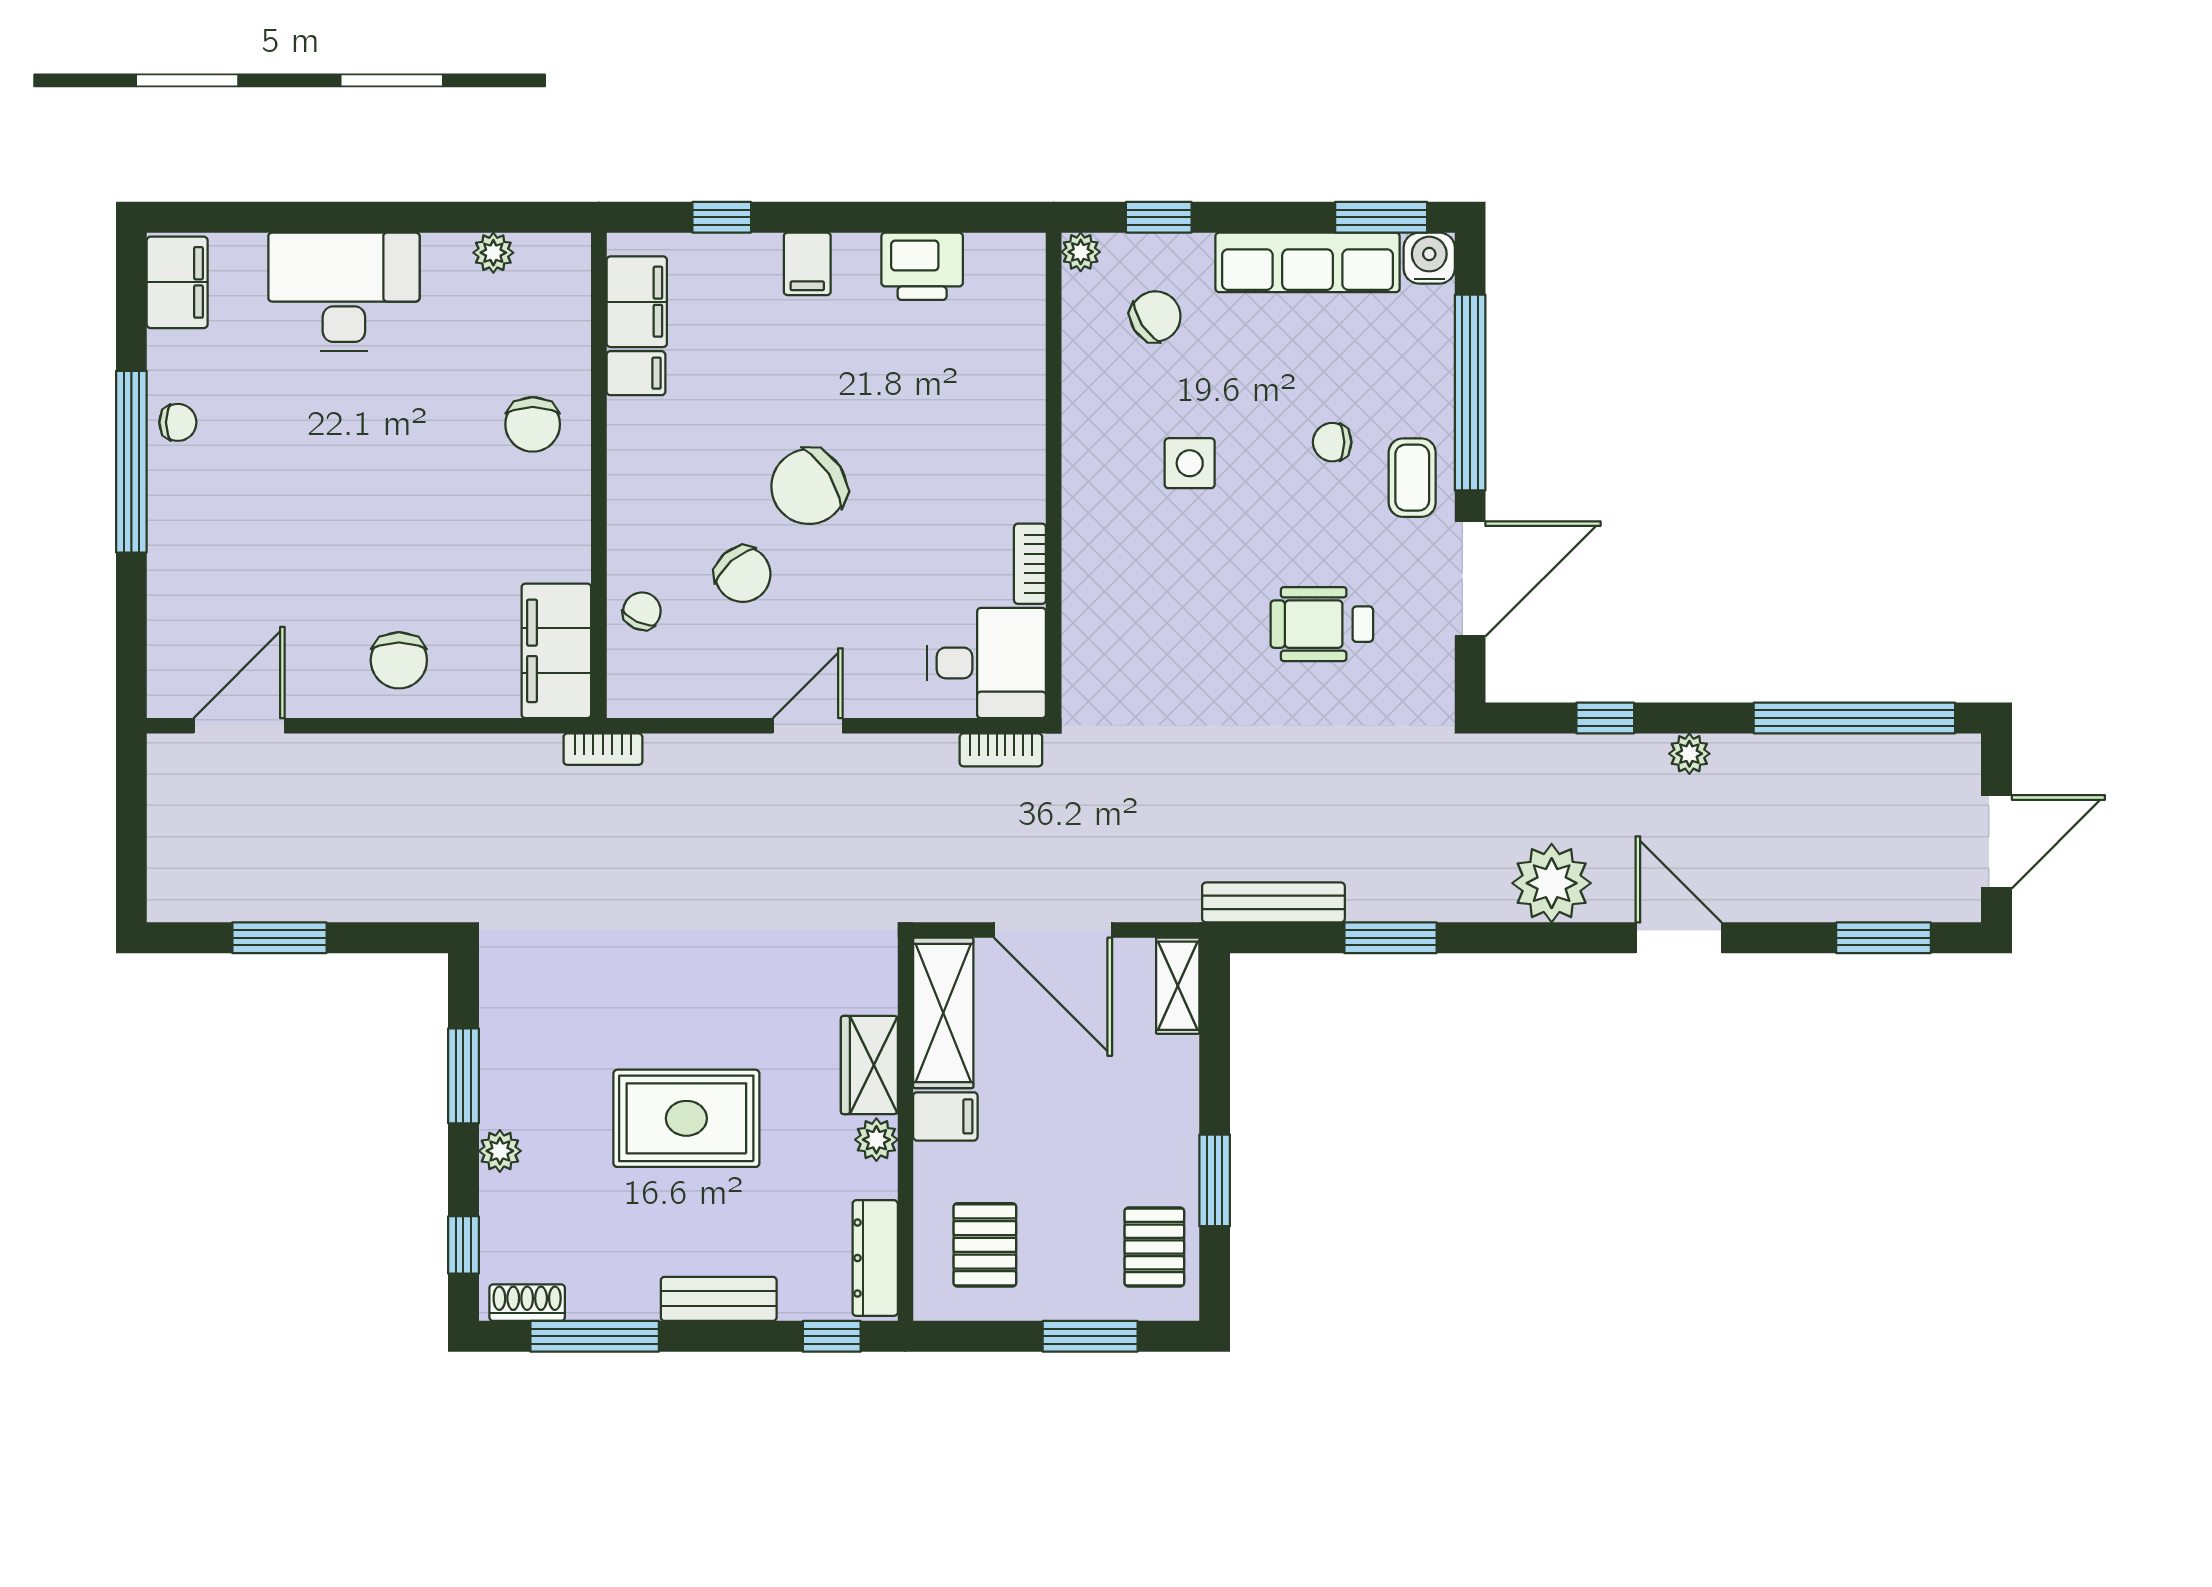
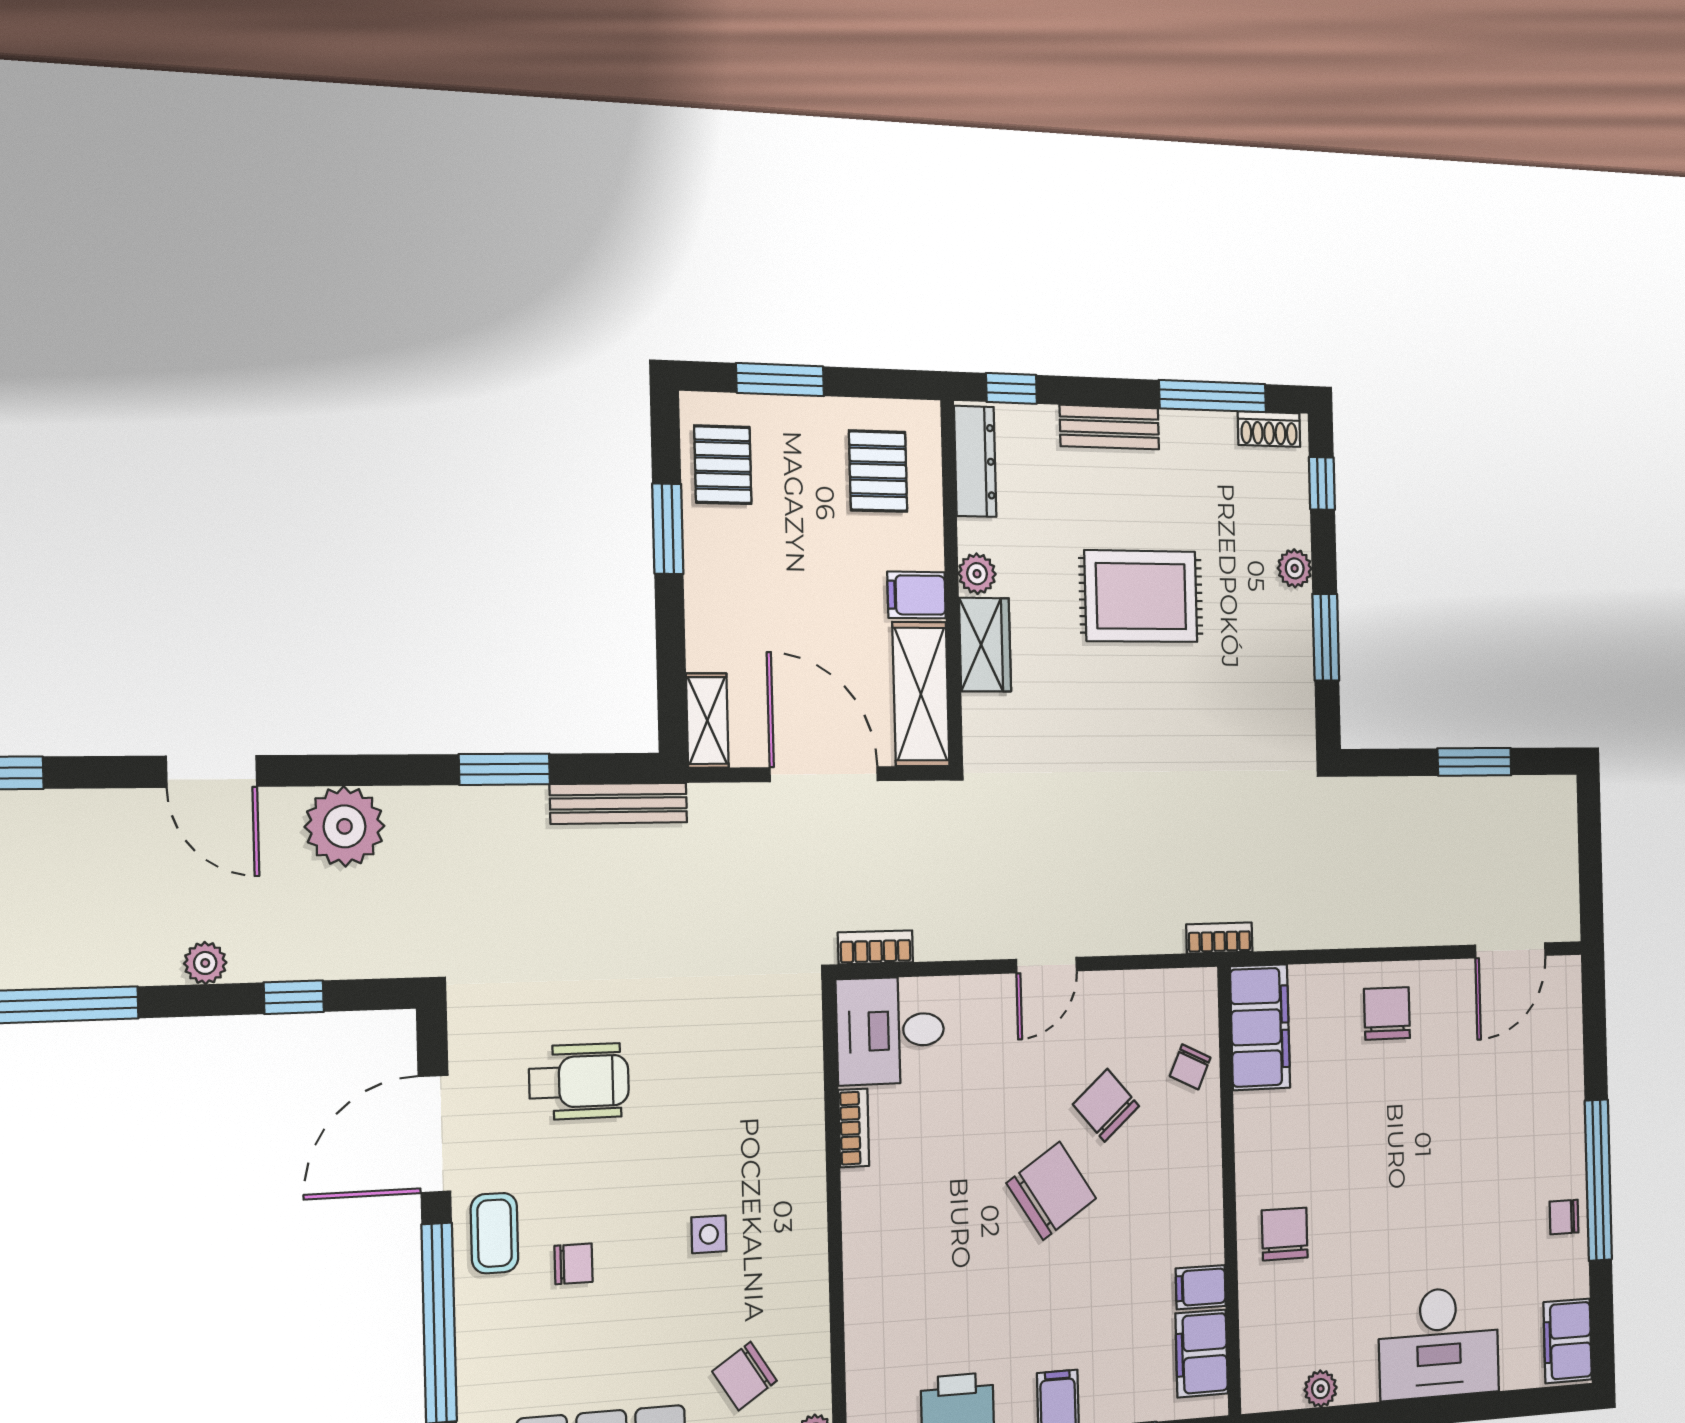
side table: (1190, 463) -> (709, 1234), width x0.73, depth x0.73

